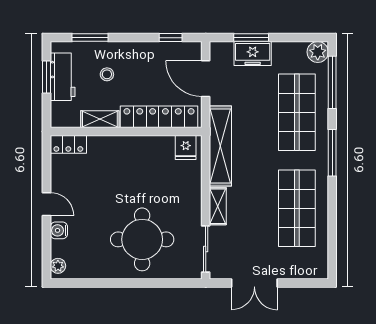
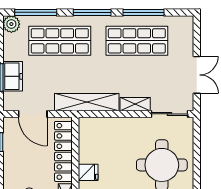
door: (206, 79) -> (33, 114), hinge flipped
fridge: (186, 148) -> (88, 172), moved
window: (332, 217) -> (144, 12), added

